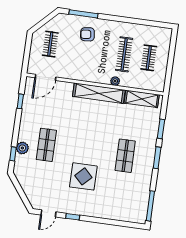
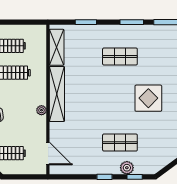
plant: (115, 81) -> (41, 110), moved
window: (20, 101) -> (105, 177), moved
window: (157, 158) -> (132, 22), moved

